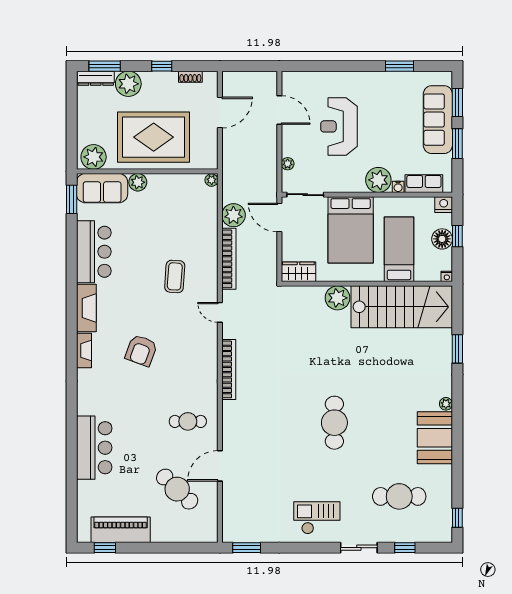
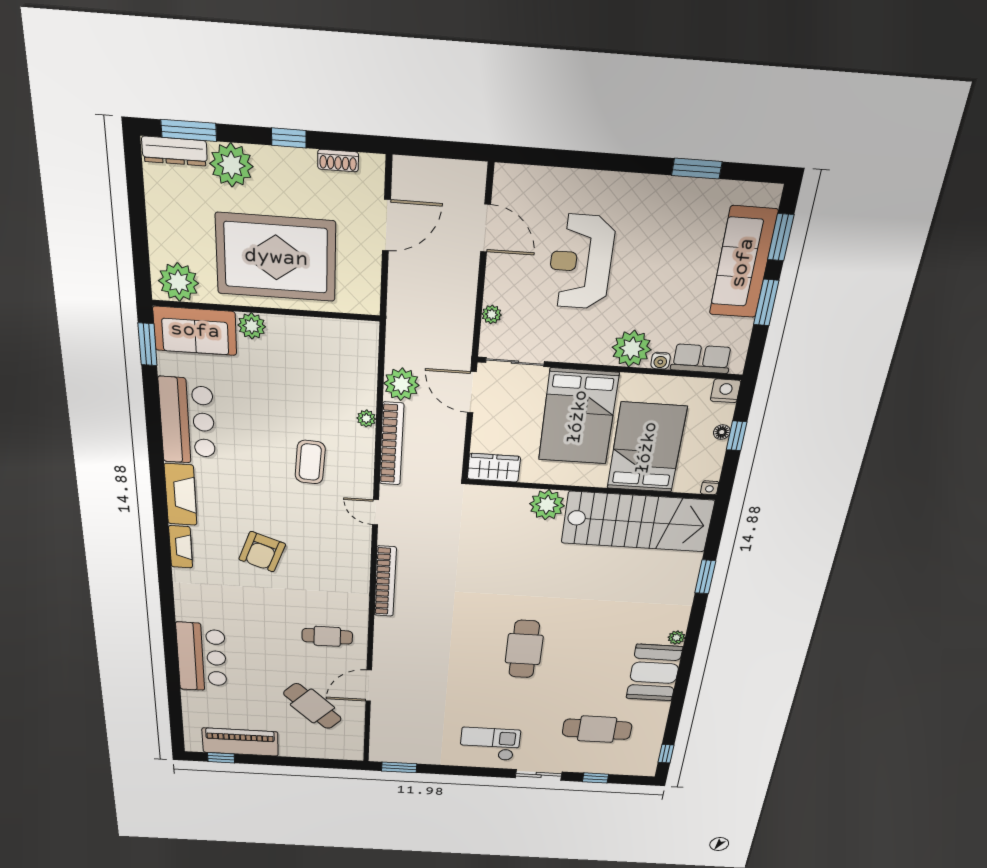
plant: (212, 180) -> (366, 419), moved
floor lamp: (442, 239) -> (722, 432), width x0.53, depth x0.53
bed: (399, 249) -> (647, 448), width x1.50

